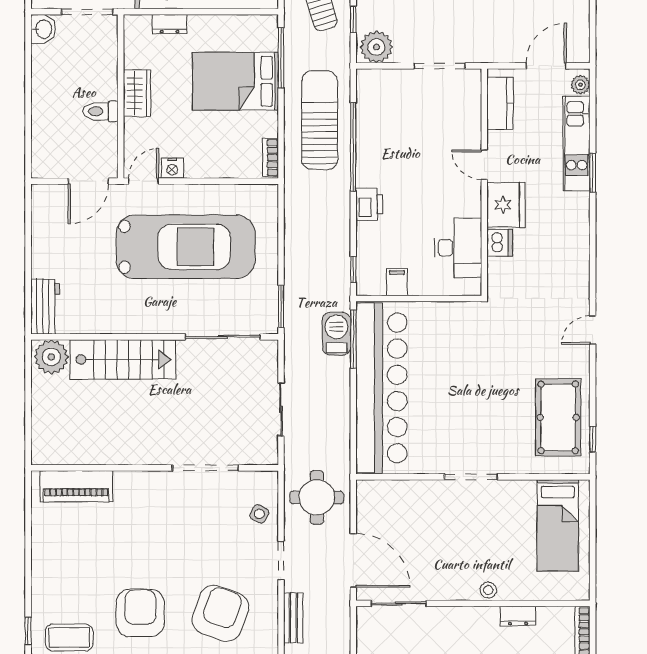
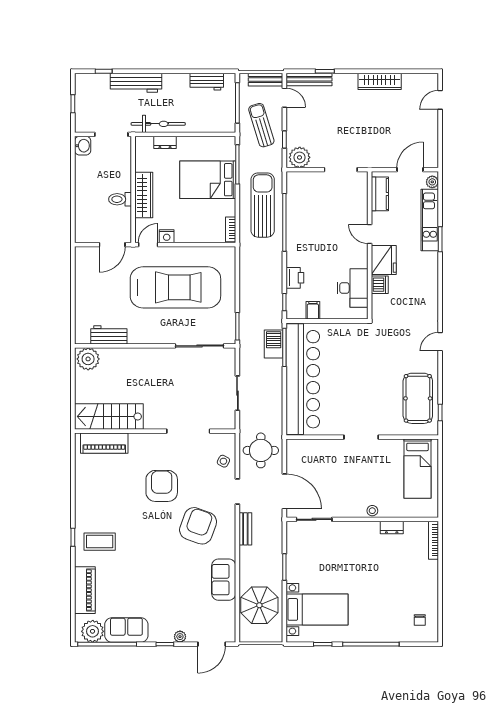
wardrobe: (137, 93) -> (144, 195), width x1.50
printer: (369, 204) -> (295, 278), moved
workbench: (45, 306) -> (109, 335), moved, turned -90
stairs: (123, 359) -> (109, 417), moved, turned 180
armchair: (140, 613) -> (162, 486), moved

